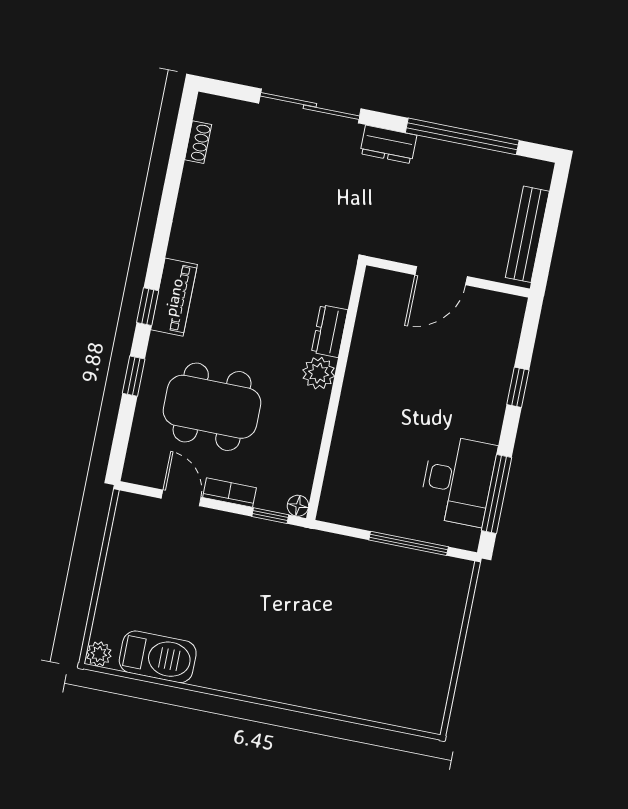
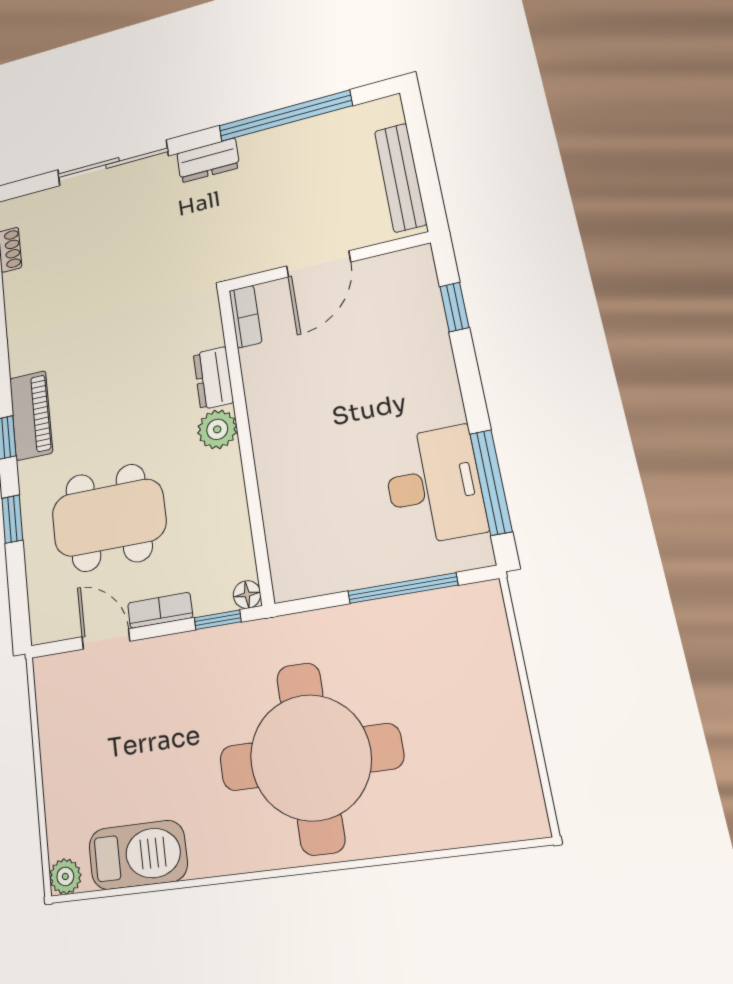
bookcase: (371, 292) -> (245, 317), added
window: (518, 387) -> (454, 307), moved
round table: (303, 633) -> (310, 757), added

